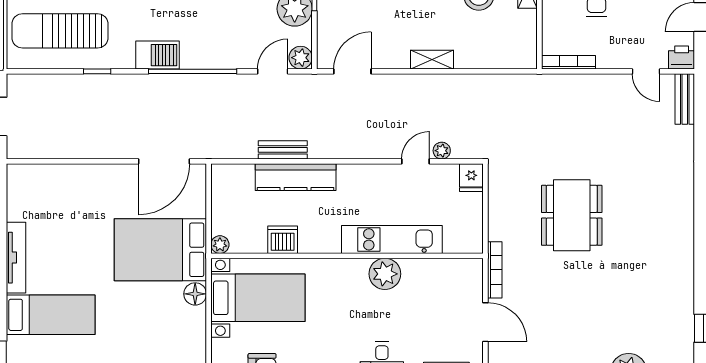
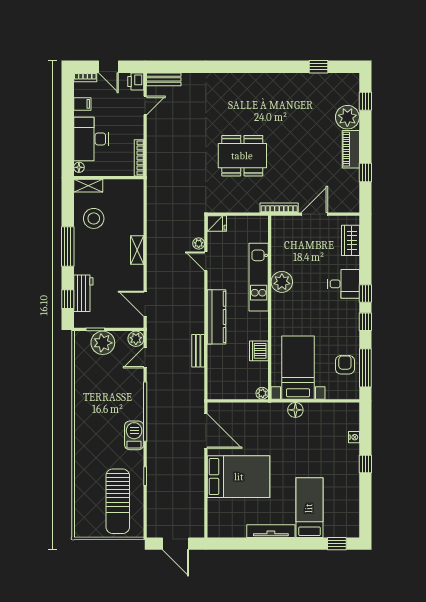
door: (273, 71) -> (145, 358), hinge flipped
kitchen counter: (296, 177) -> (216, 317), moved
bed: (160, 250) -> (239, 477), moved, turned -90

